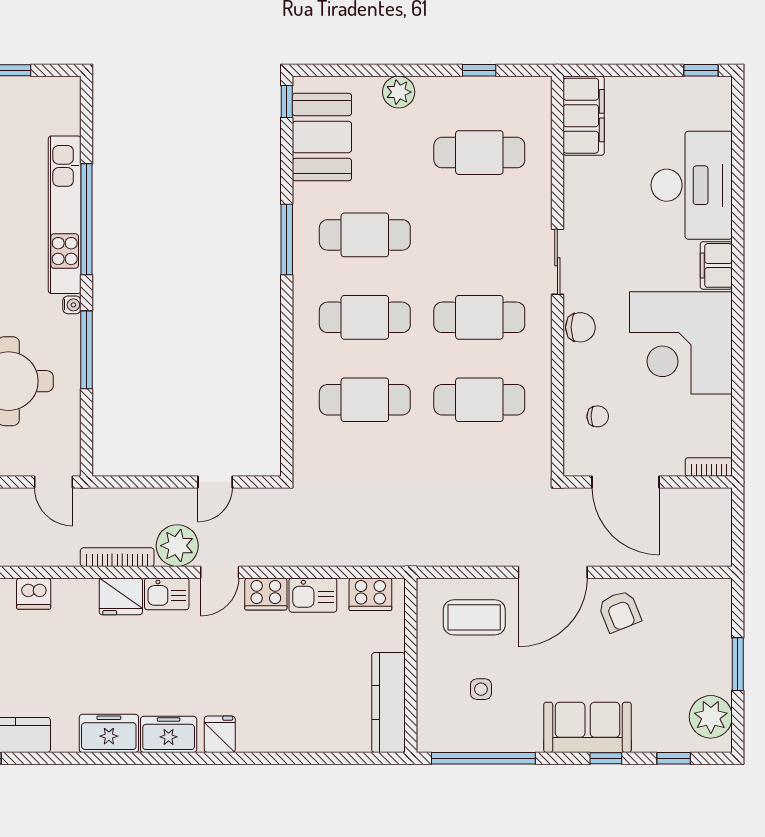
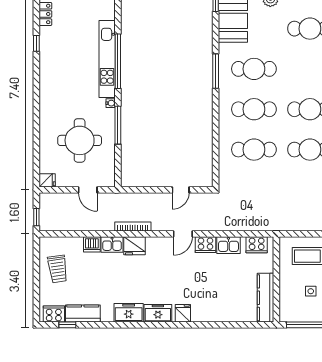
door: (53, 482) -> (88, 190), moved
plant: (177, 546) -> (162, 221), removed
kitchen sink: (167, 594) -> (112, 245), moved

